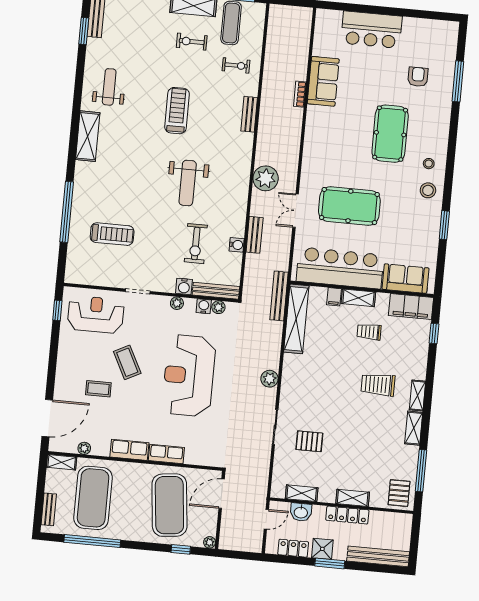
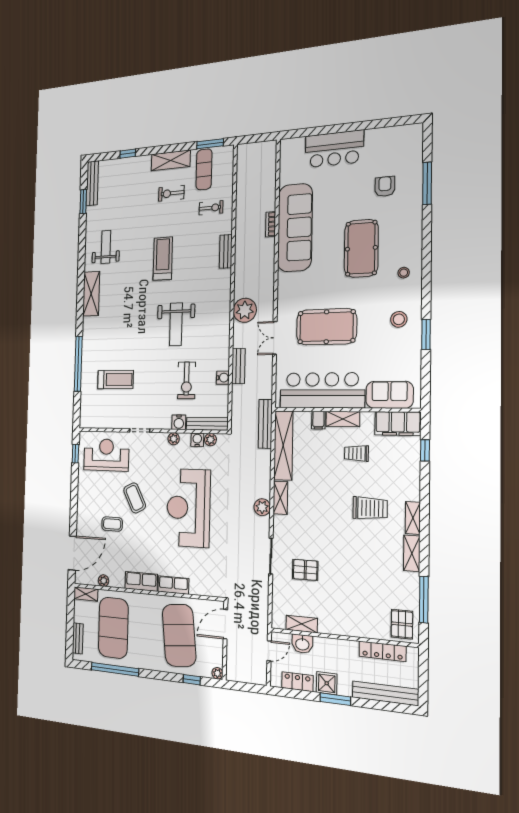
sofa: (323, 81) -> (295, 228), width x1.85, depth x1.27
stool: (428, 190) -> (399, 319), moved
trolley: (378, 385) -> (370, 508), turned 180
shelving: (353, 498) -> (280, 498), moved, turned 90
locker: (347, 515) -> (382, 651), moved

